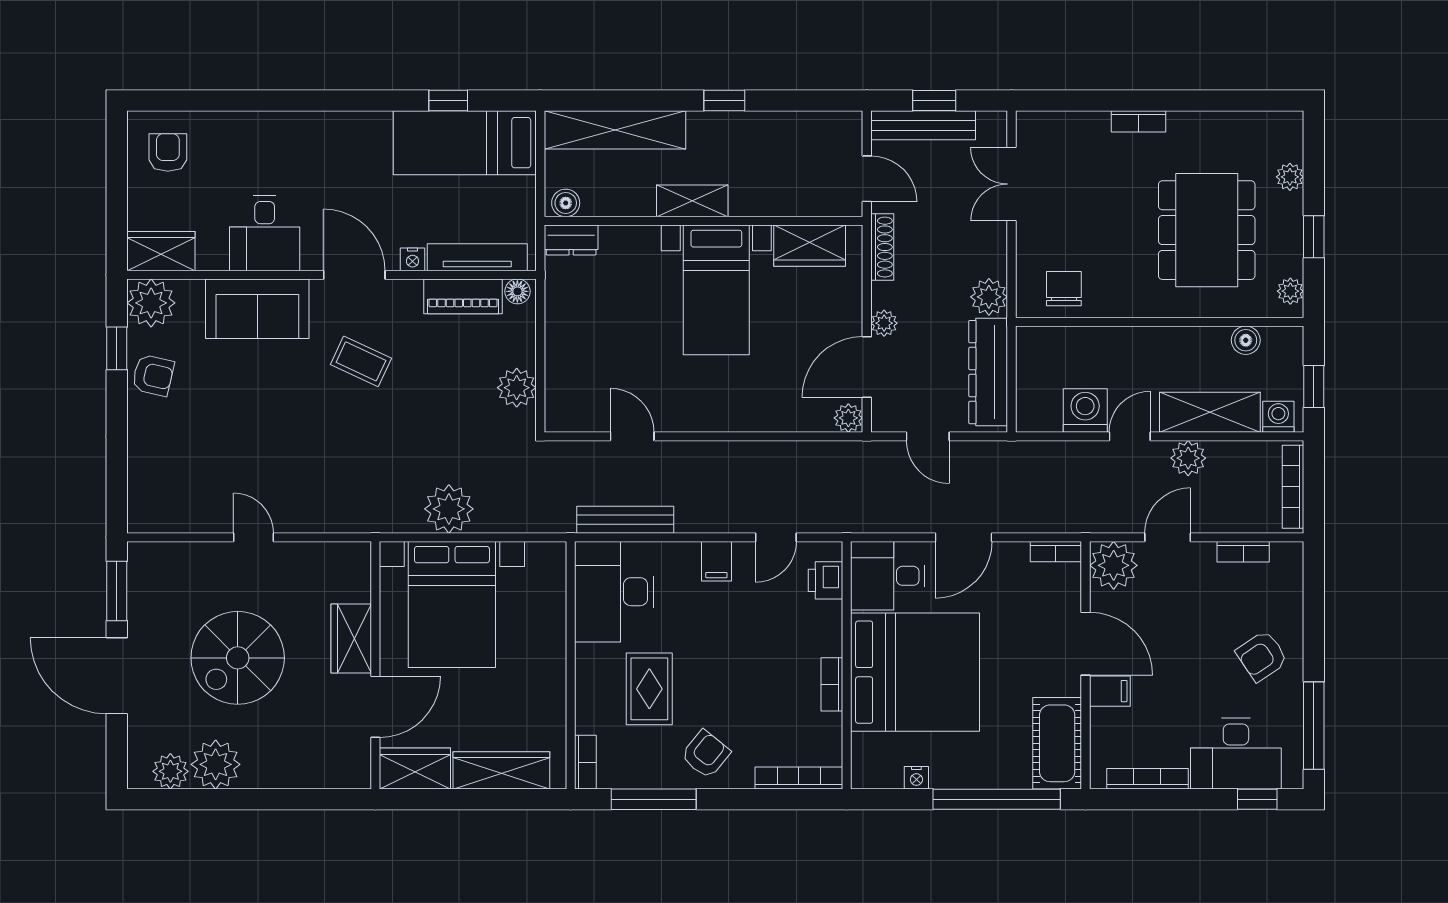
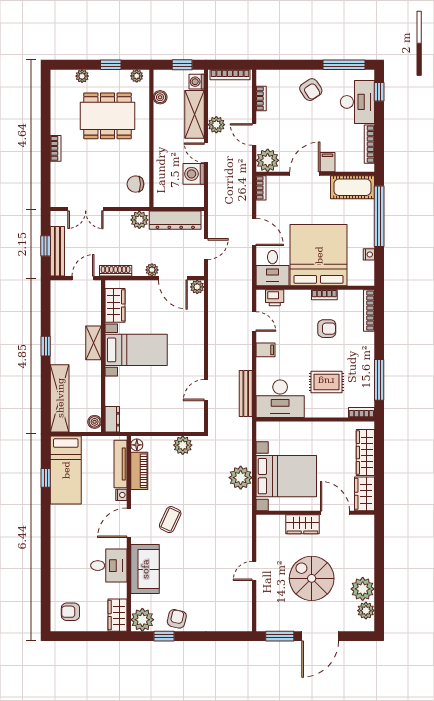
shelving: (692, 201) -> (94, 343), moved
spiral stairs: (238, 658) -> (312, 578), turned 180
armchair: (706, 754) -> (327, 329), moved, turned 141

